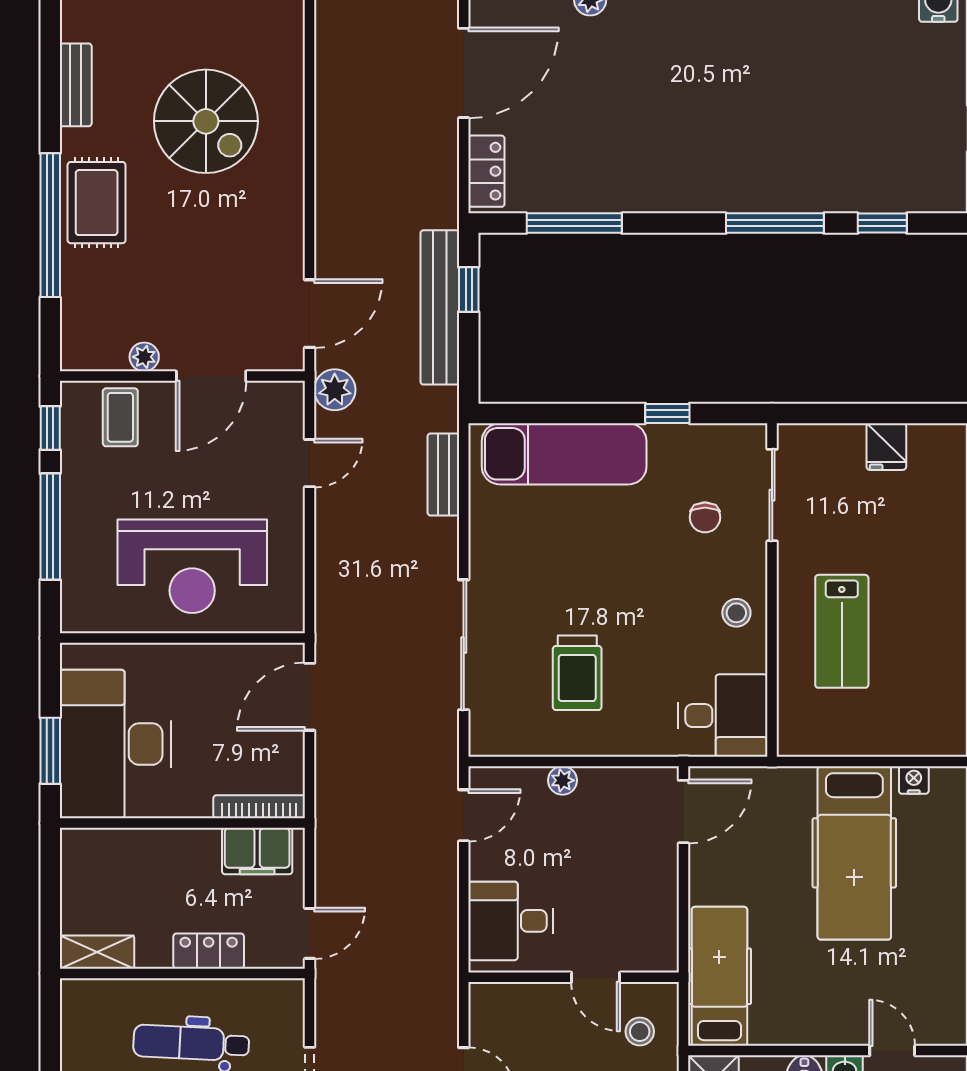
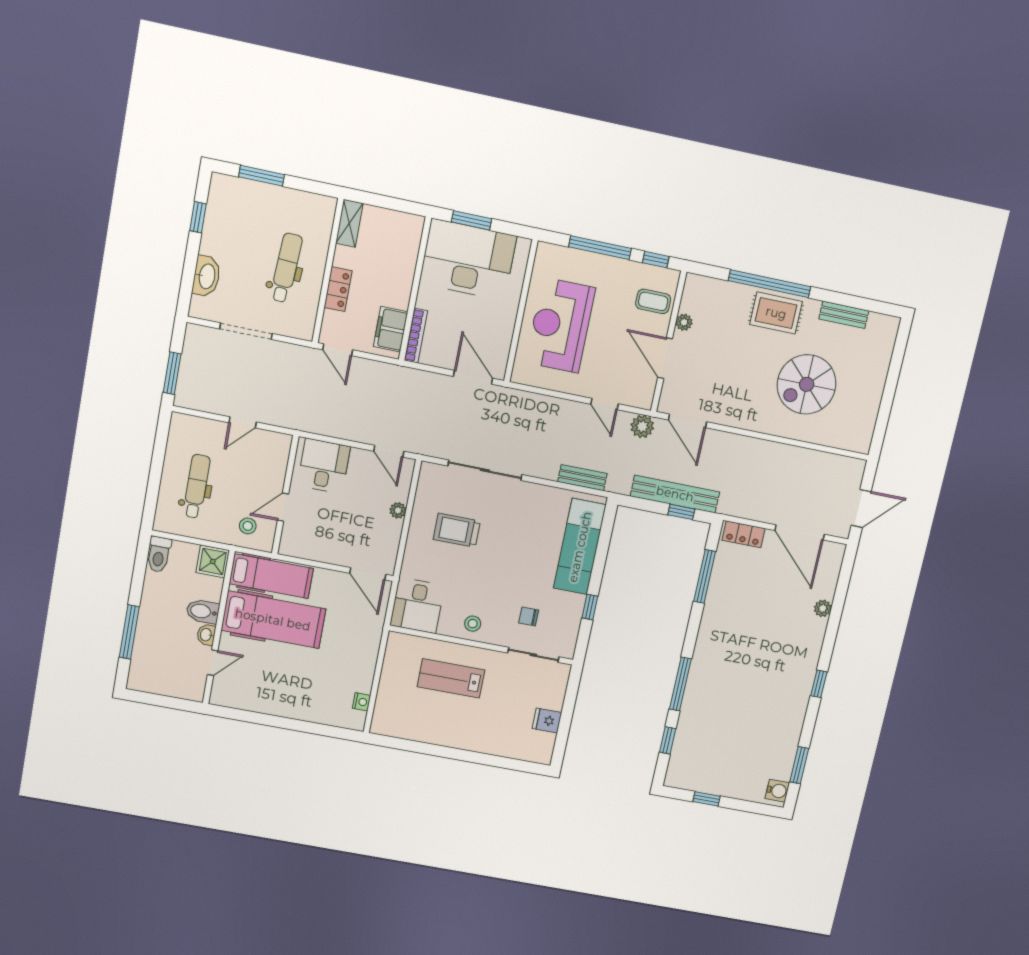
hospital bed: (854, 853) -> (273, 620), moved, turned 180

